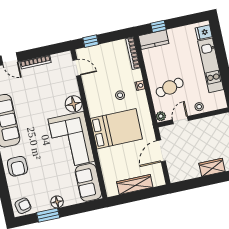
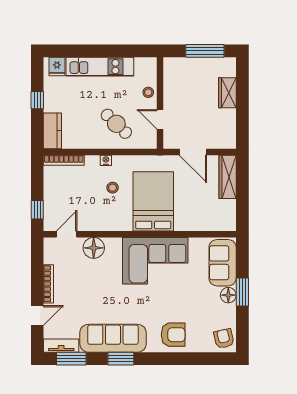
window: (158, 26) -> (37, 100), moved
cafe table: (170, 87) -> (116, 124), turned -31
floor lamp: (74, 104) -> (94, 248), moved
plant: (161, 116) -> (150, 143), removed
sofa: (88, 182) -> (223, 263), moved, turned 90
wardrobe: (135, 184) -> (228, 177), moved
window: (48, 215) -> (242, 292), moved

